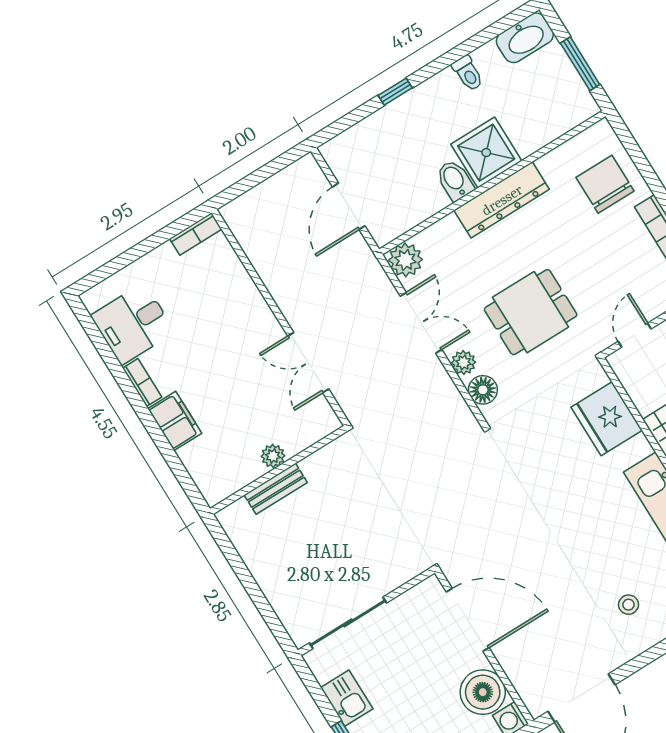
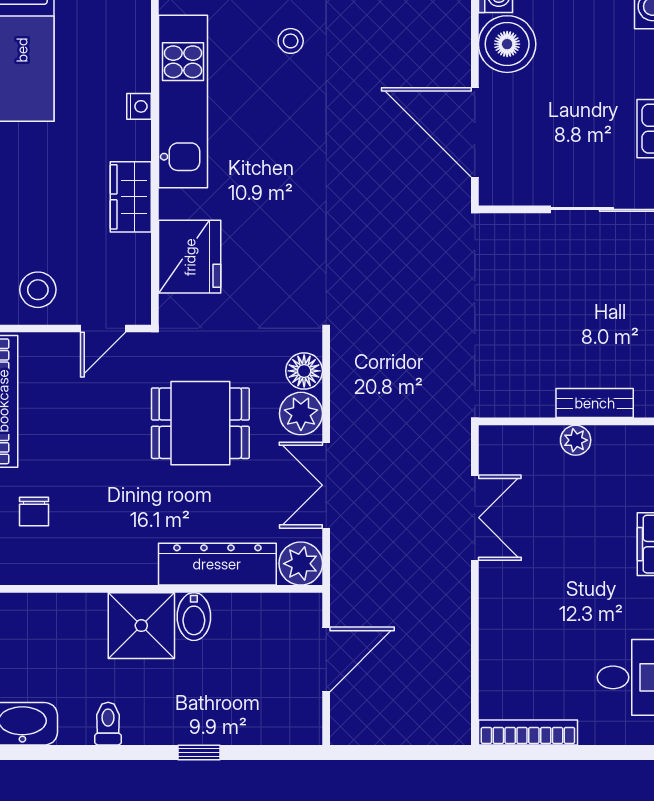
chair: (605, 184) -> (34, 512), width x0.54, depth x0.54
dresser: (502, 200) -> (217, 564), moved
bookcase: (196, 234) -> (528, 732), width x1.56
plant: (463, 363) -> (301, 414), width x1.38, depth x1.38

